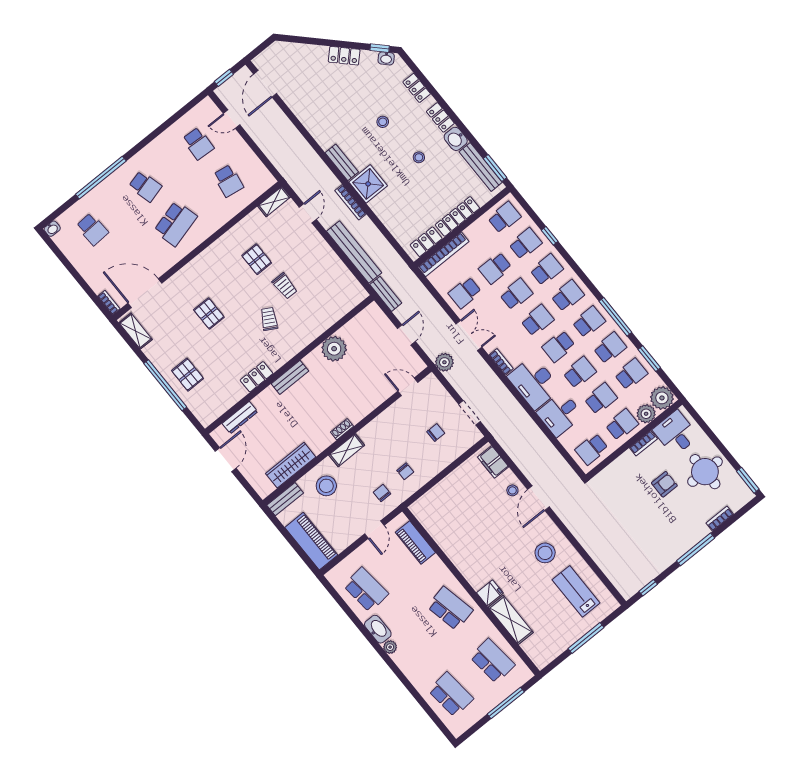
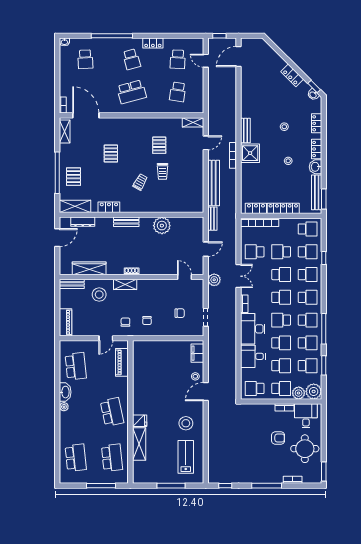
locker: (155, 148) -> (153, 43), added
shelving: (217, 407) -> (75, 206), added
piano: (311, 541) -> (66, 322), width x0.73, depth x0.75

